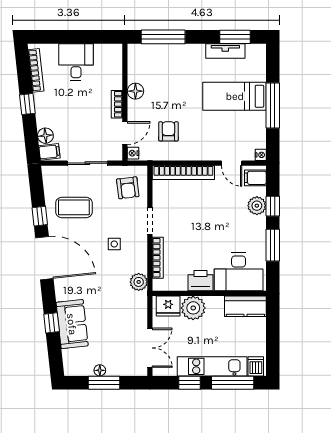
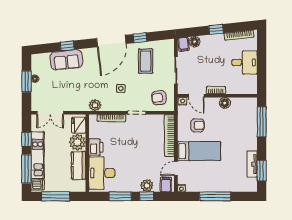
bed: (235, 96) -> (199, 151), moved, turned 90
kitchen counter: (245, 306) -> (79, 165), moved
window: (273, 340) -> (56, 196), added

